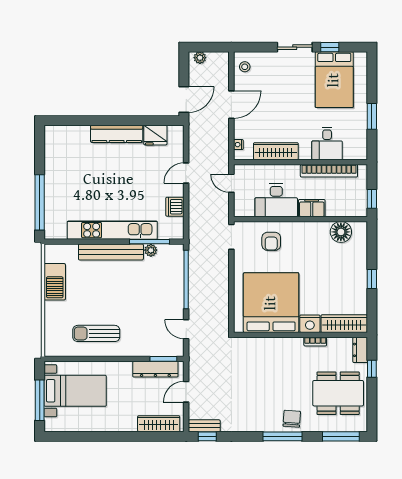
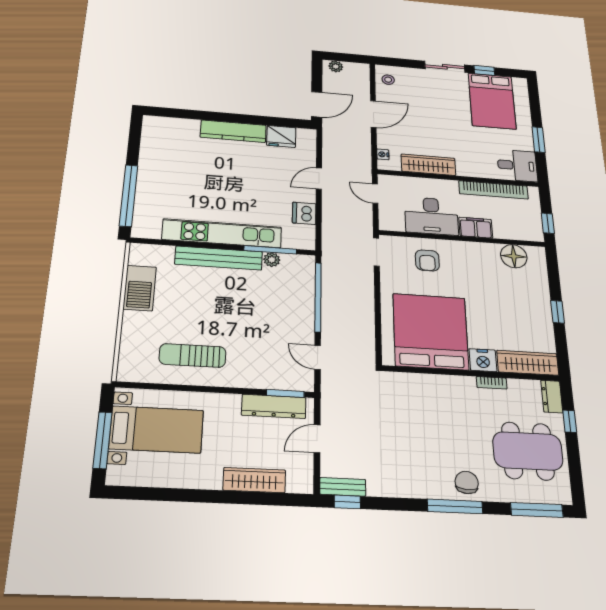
desk: (327, 143) -> (517, 165), moved, turned -90
wardrobe: (159, 424) -> (254, 480), moved

